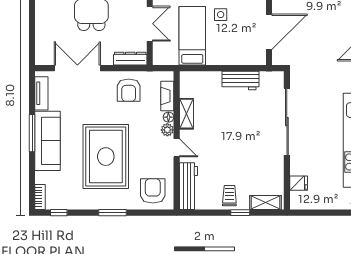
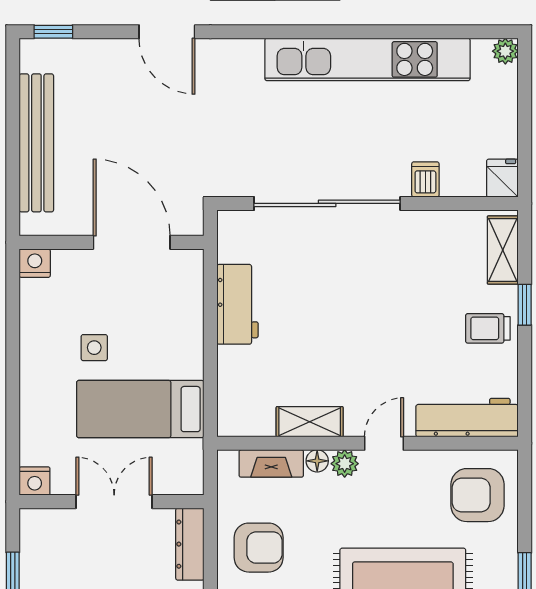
dishwasher: (298, 167) -> (425, 179), added
fridge: (299, 183) -> (502, 178), moved

